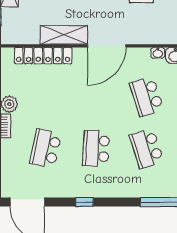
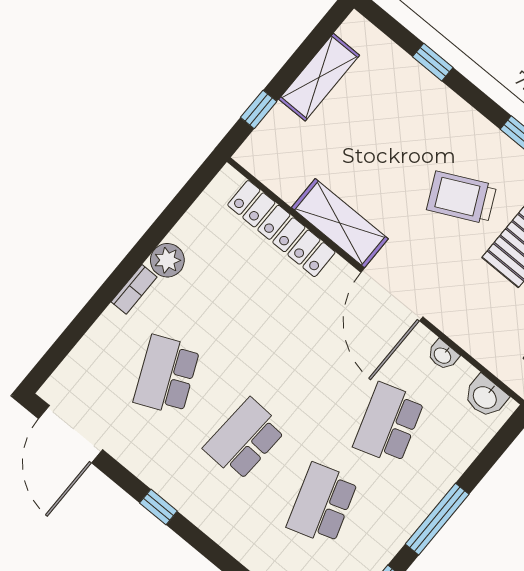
door: (107, 46) -> (392, 295), hinge flipped
washbasin: (158, 53) -> (443, 355), moved
school desk: (46, 148) -> (167, 375), turned -36

